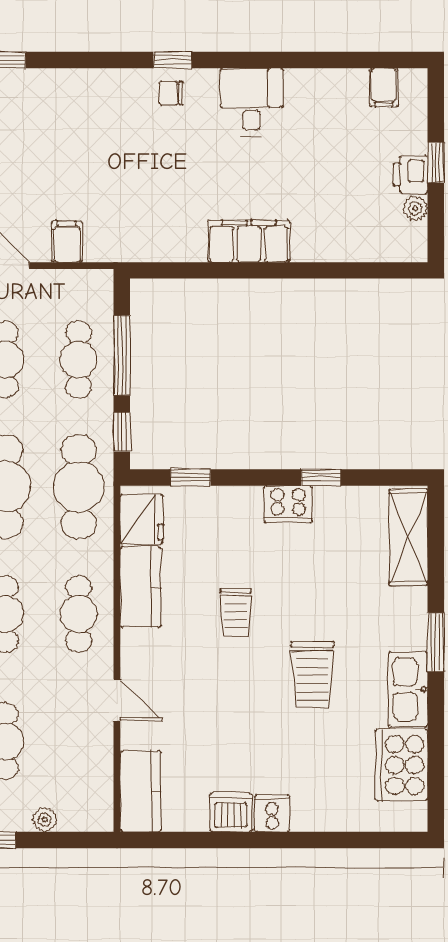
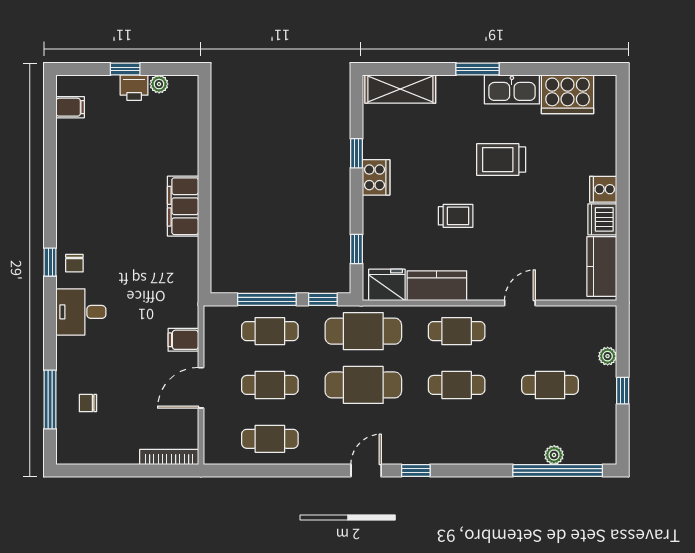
desk: (251, 102) -> (81, 312), moved
trolley: (312, 675) -> (501, 160), turned 180
kitchen counter: (141, 791) -> (602, 267), moved, turned -90

